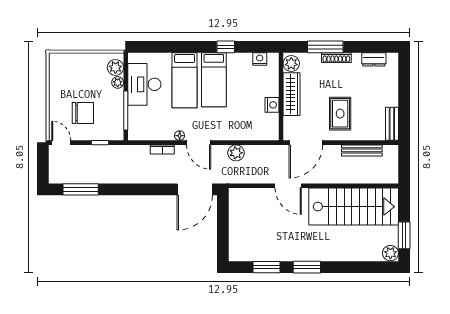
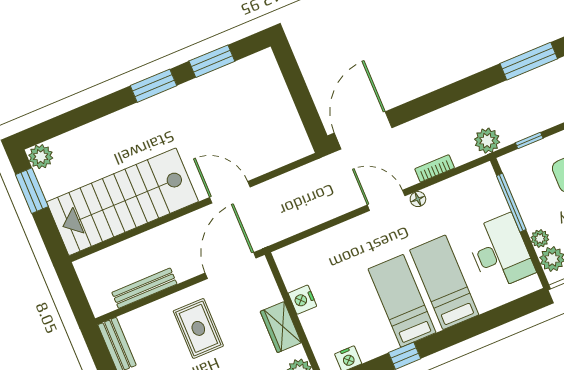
wardrobe: (291, 94) -> (281, 327), width x0.67
plant: (236, 153) -> (487, 141), moved

